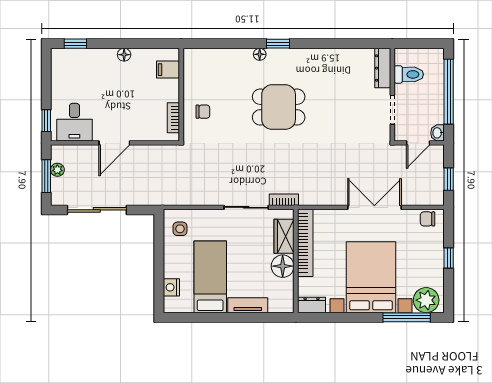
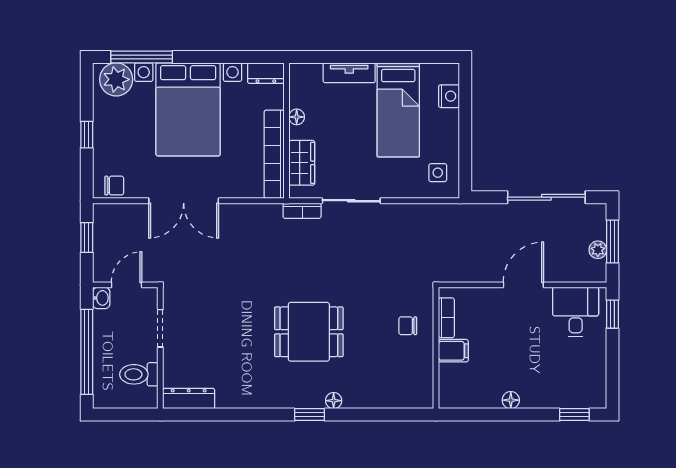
dresser: (383, 68) -> (189, 399), moved, turned -90
filing cabinet: (168, 70) -> (453, 351), moved
floor lamp: (283, 266) -> (297, 117), width x0.53, depth x0.53

